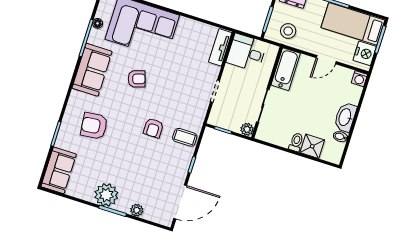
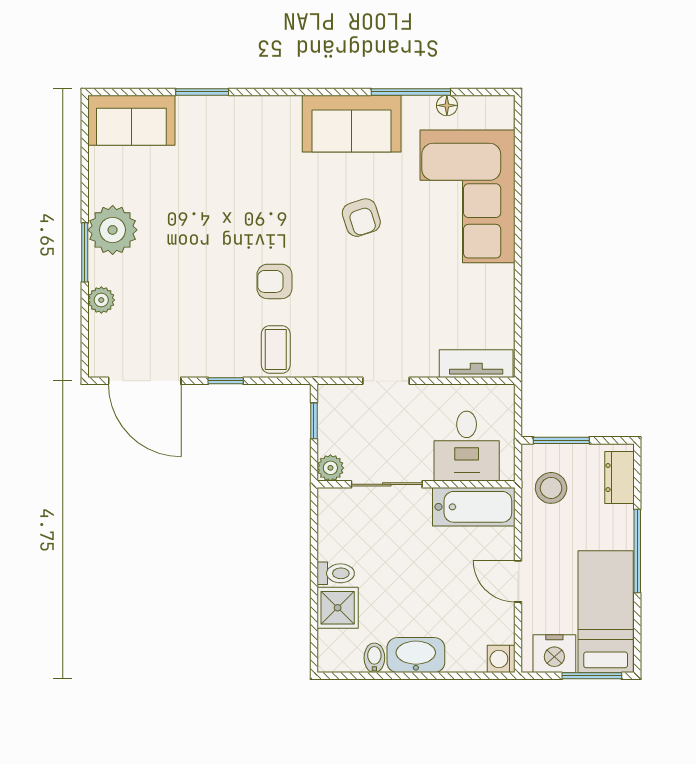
desk: (247, 53) -> (467, 446), moved, turned 180
armchair: (94, 126) -> (242, 163), removed

